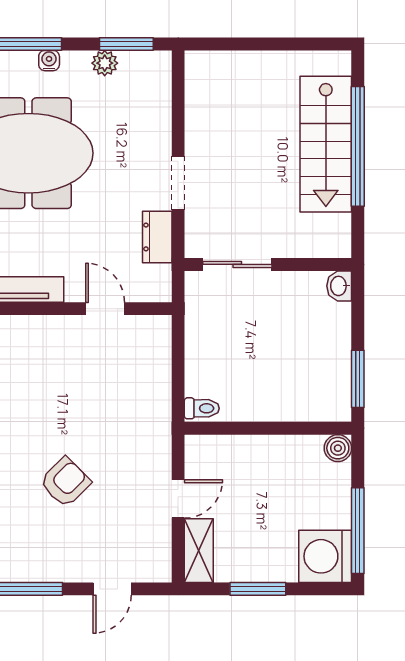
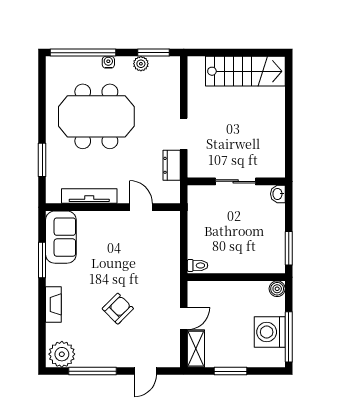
stairs: (326, 144) -> (245, 71), moved, turned -90
window: (358, 146) -> (289, 112), removed
sliding door: (237, 264) -> (236, 181), moved
washing machine: (325, 556) -> (270, 332), moved

